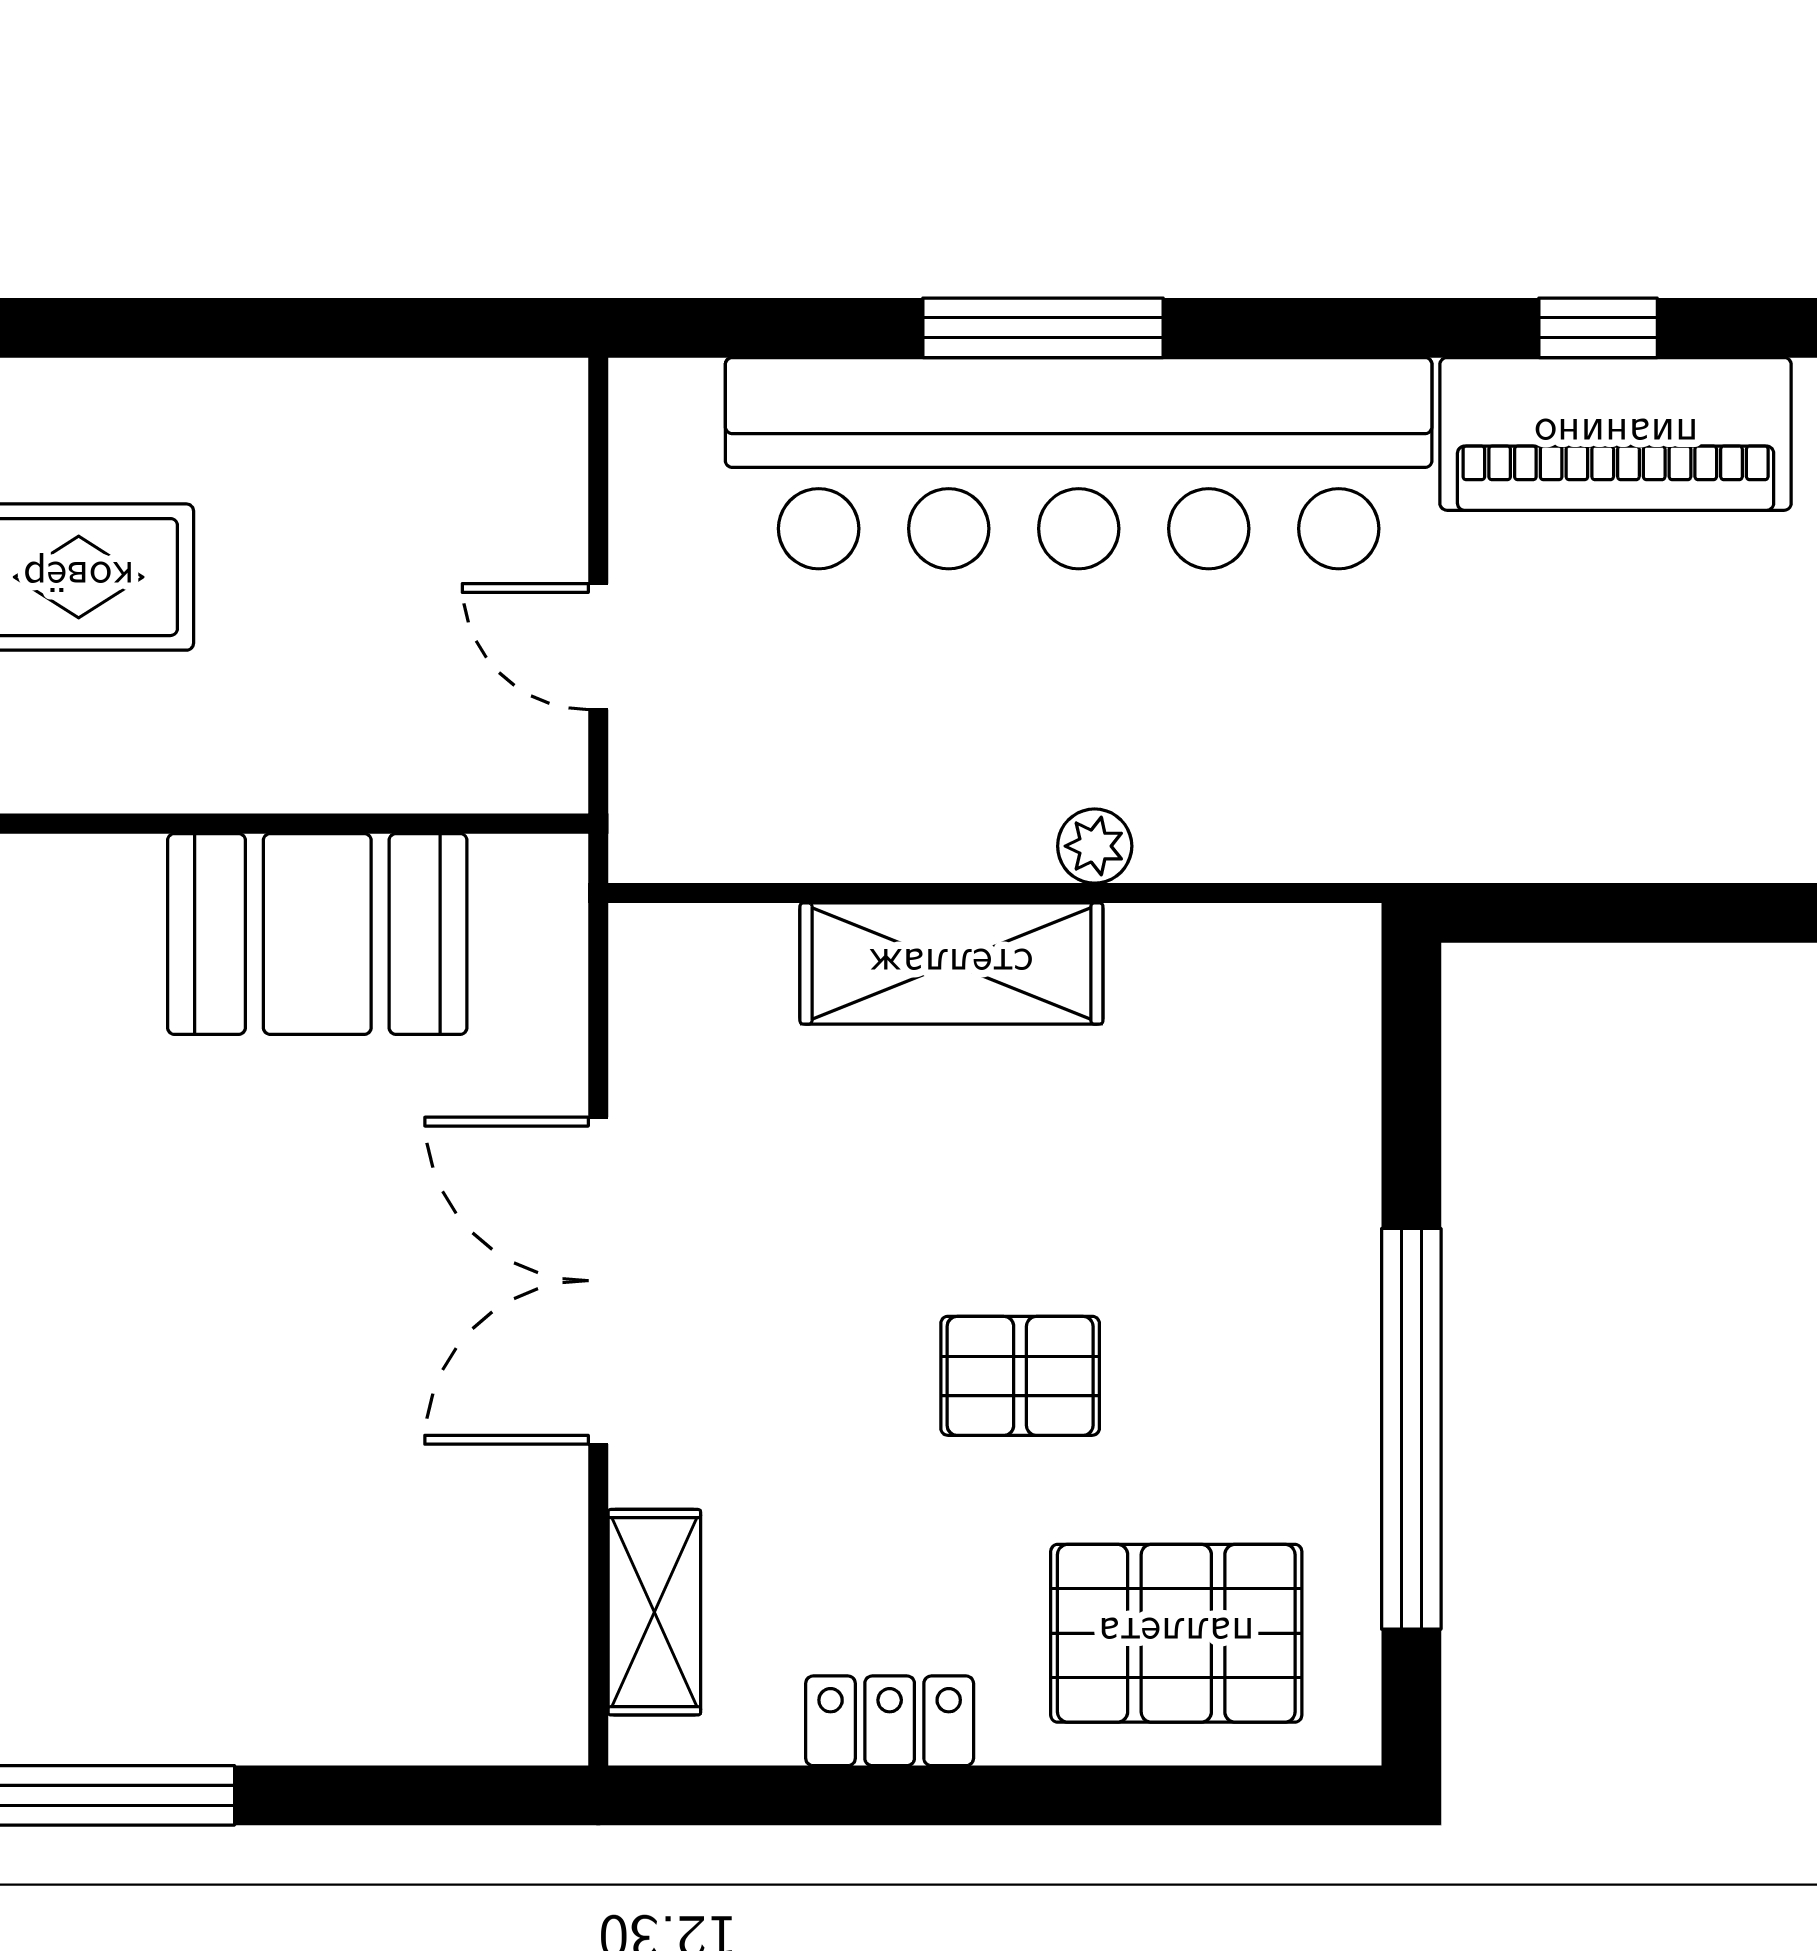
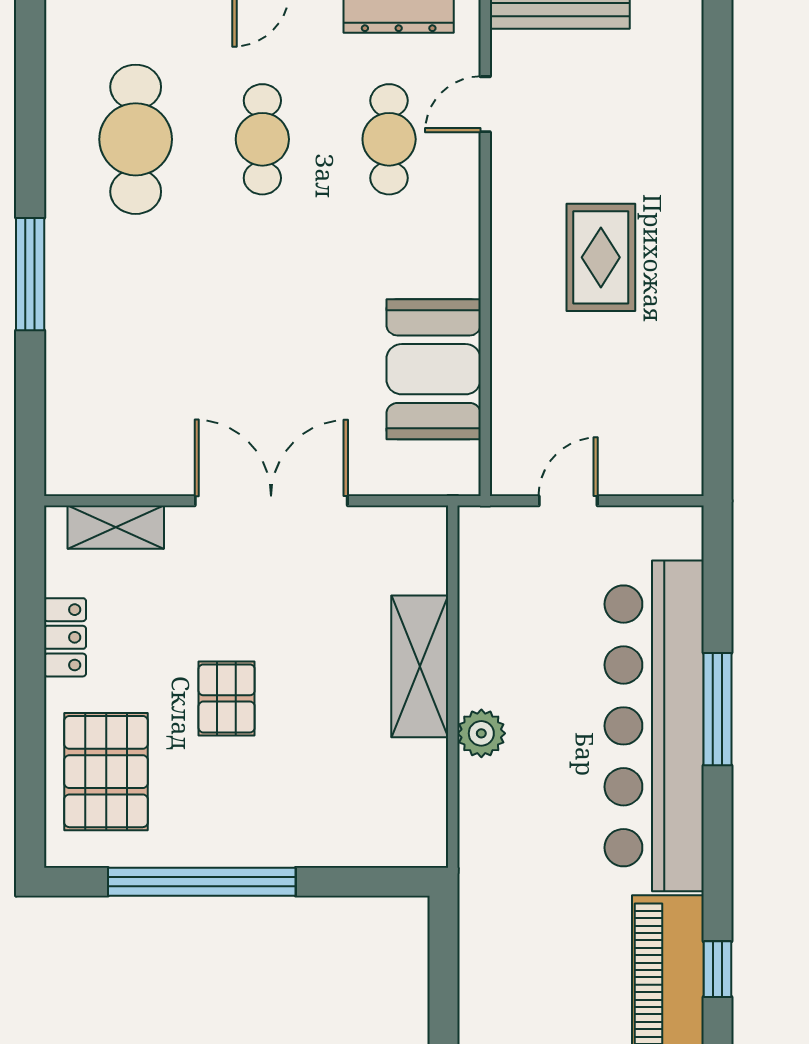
plant: (1095, 846) -> (481, 733), width x1.38, depth x1.38

